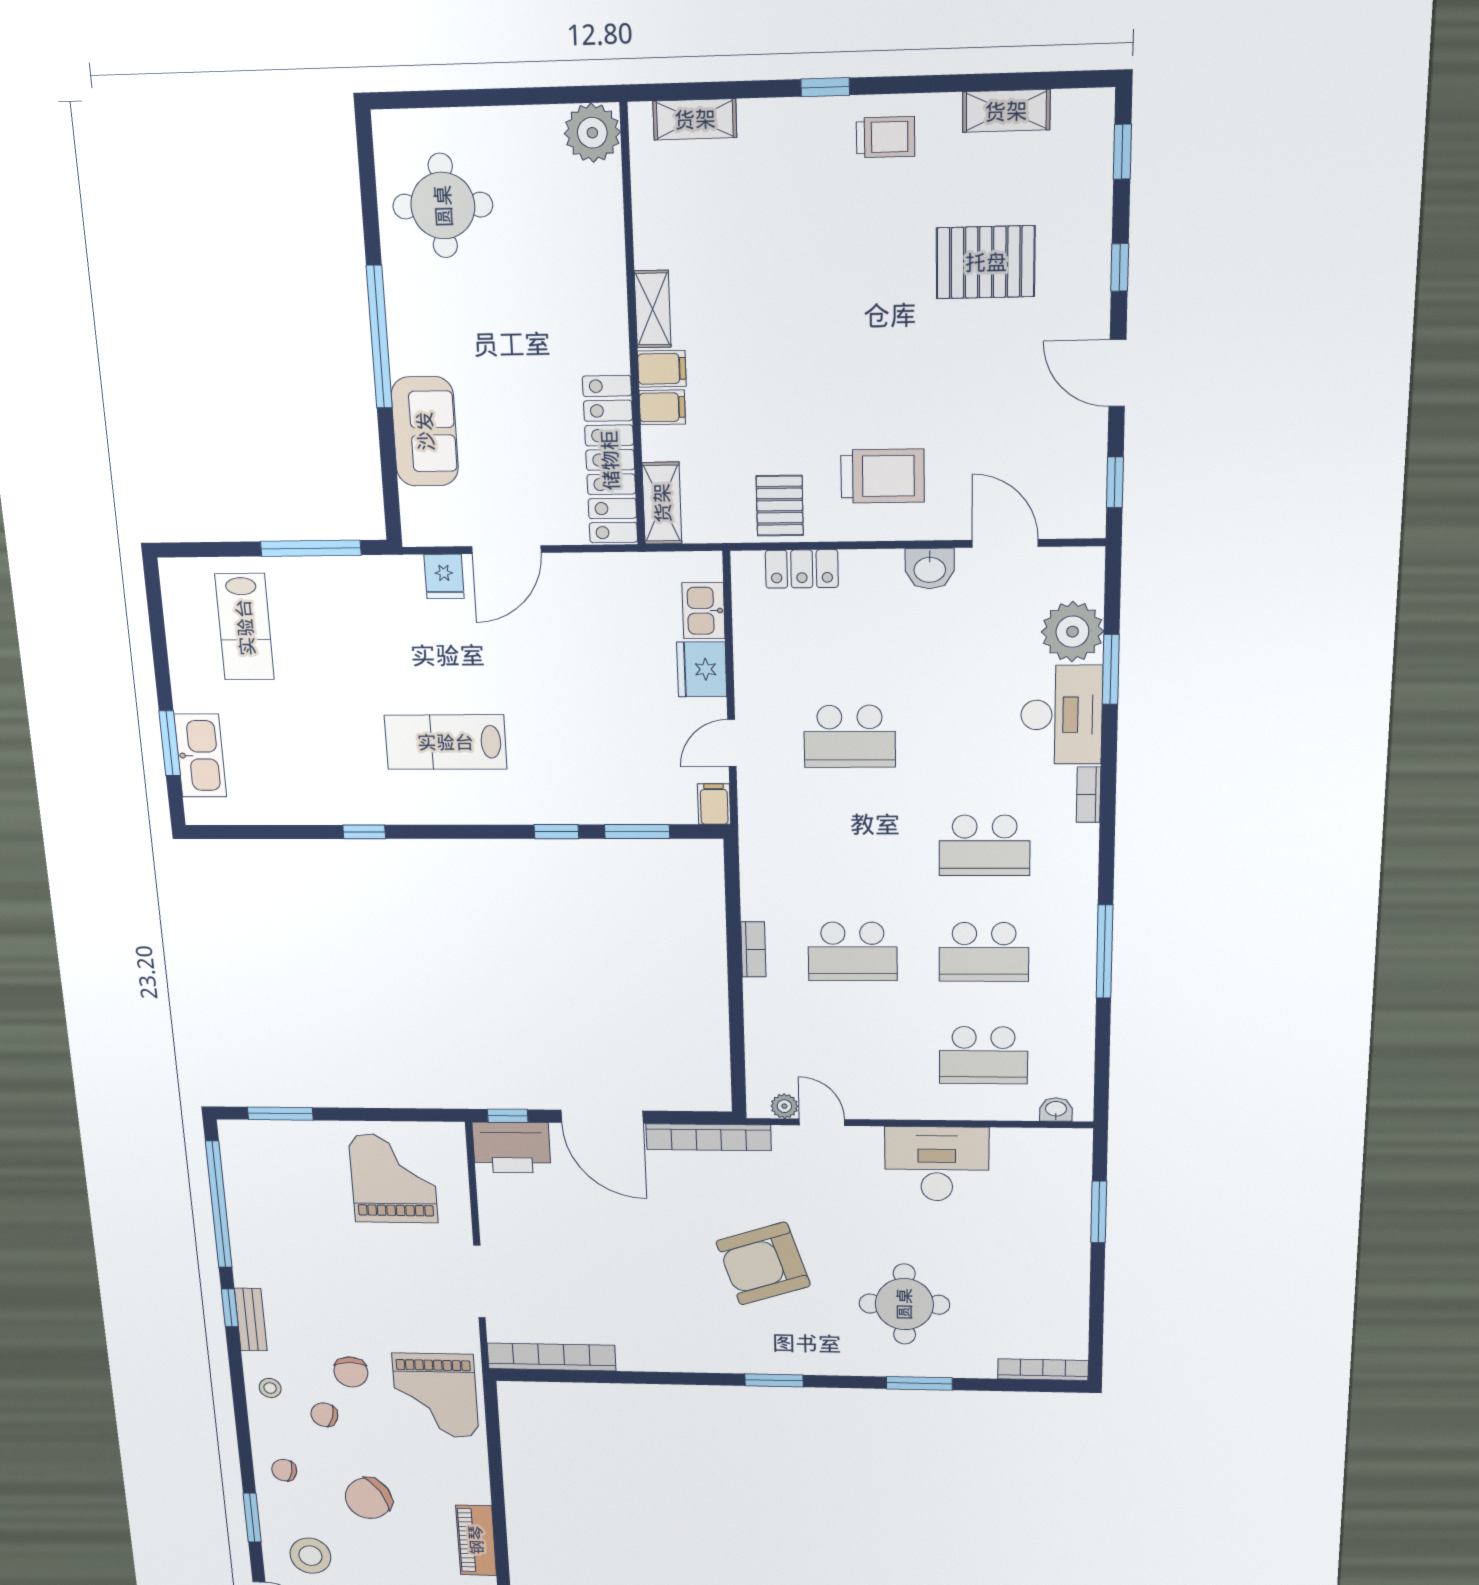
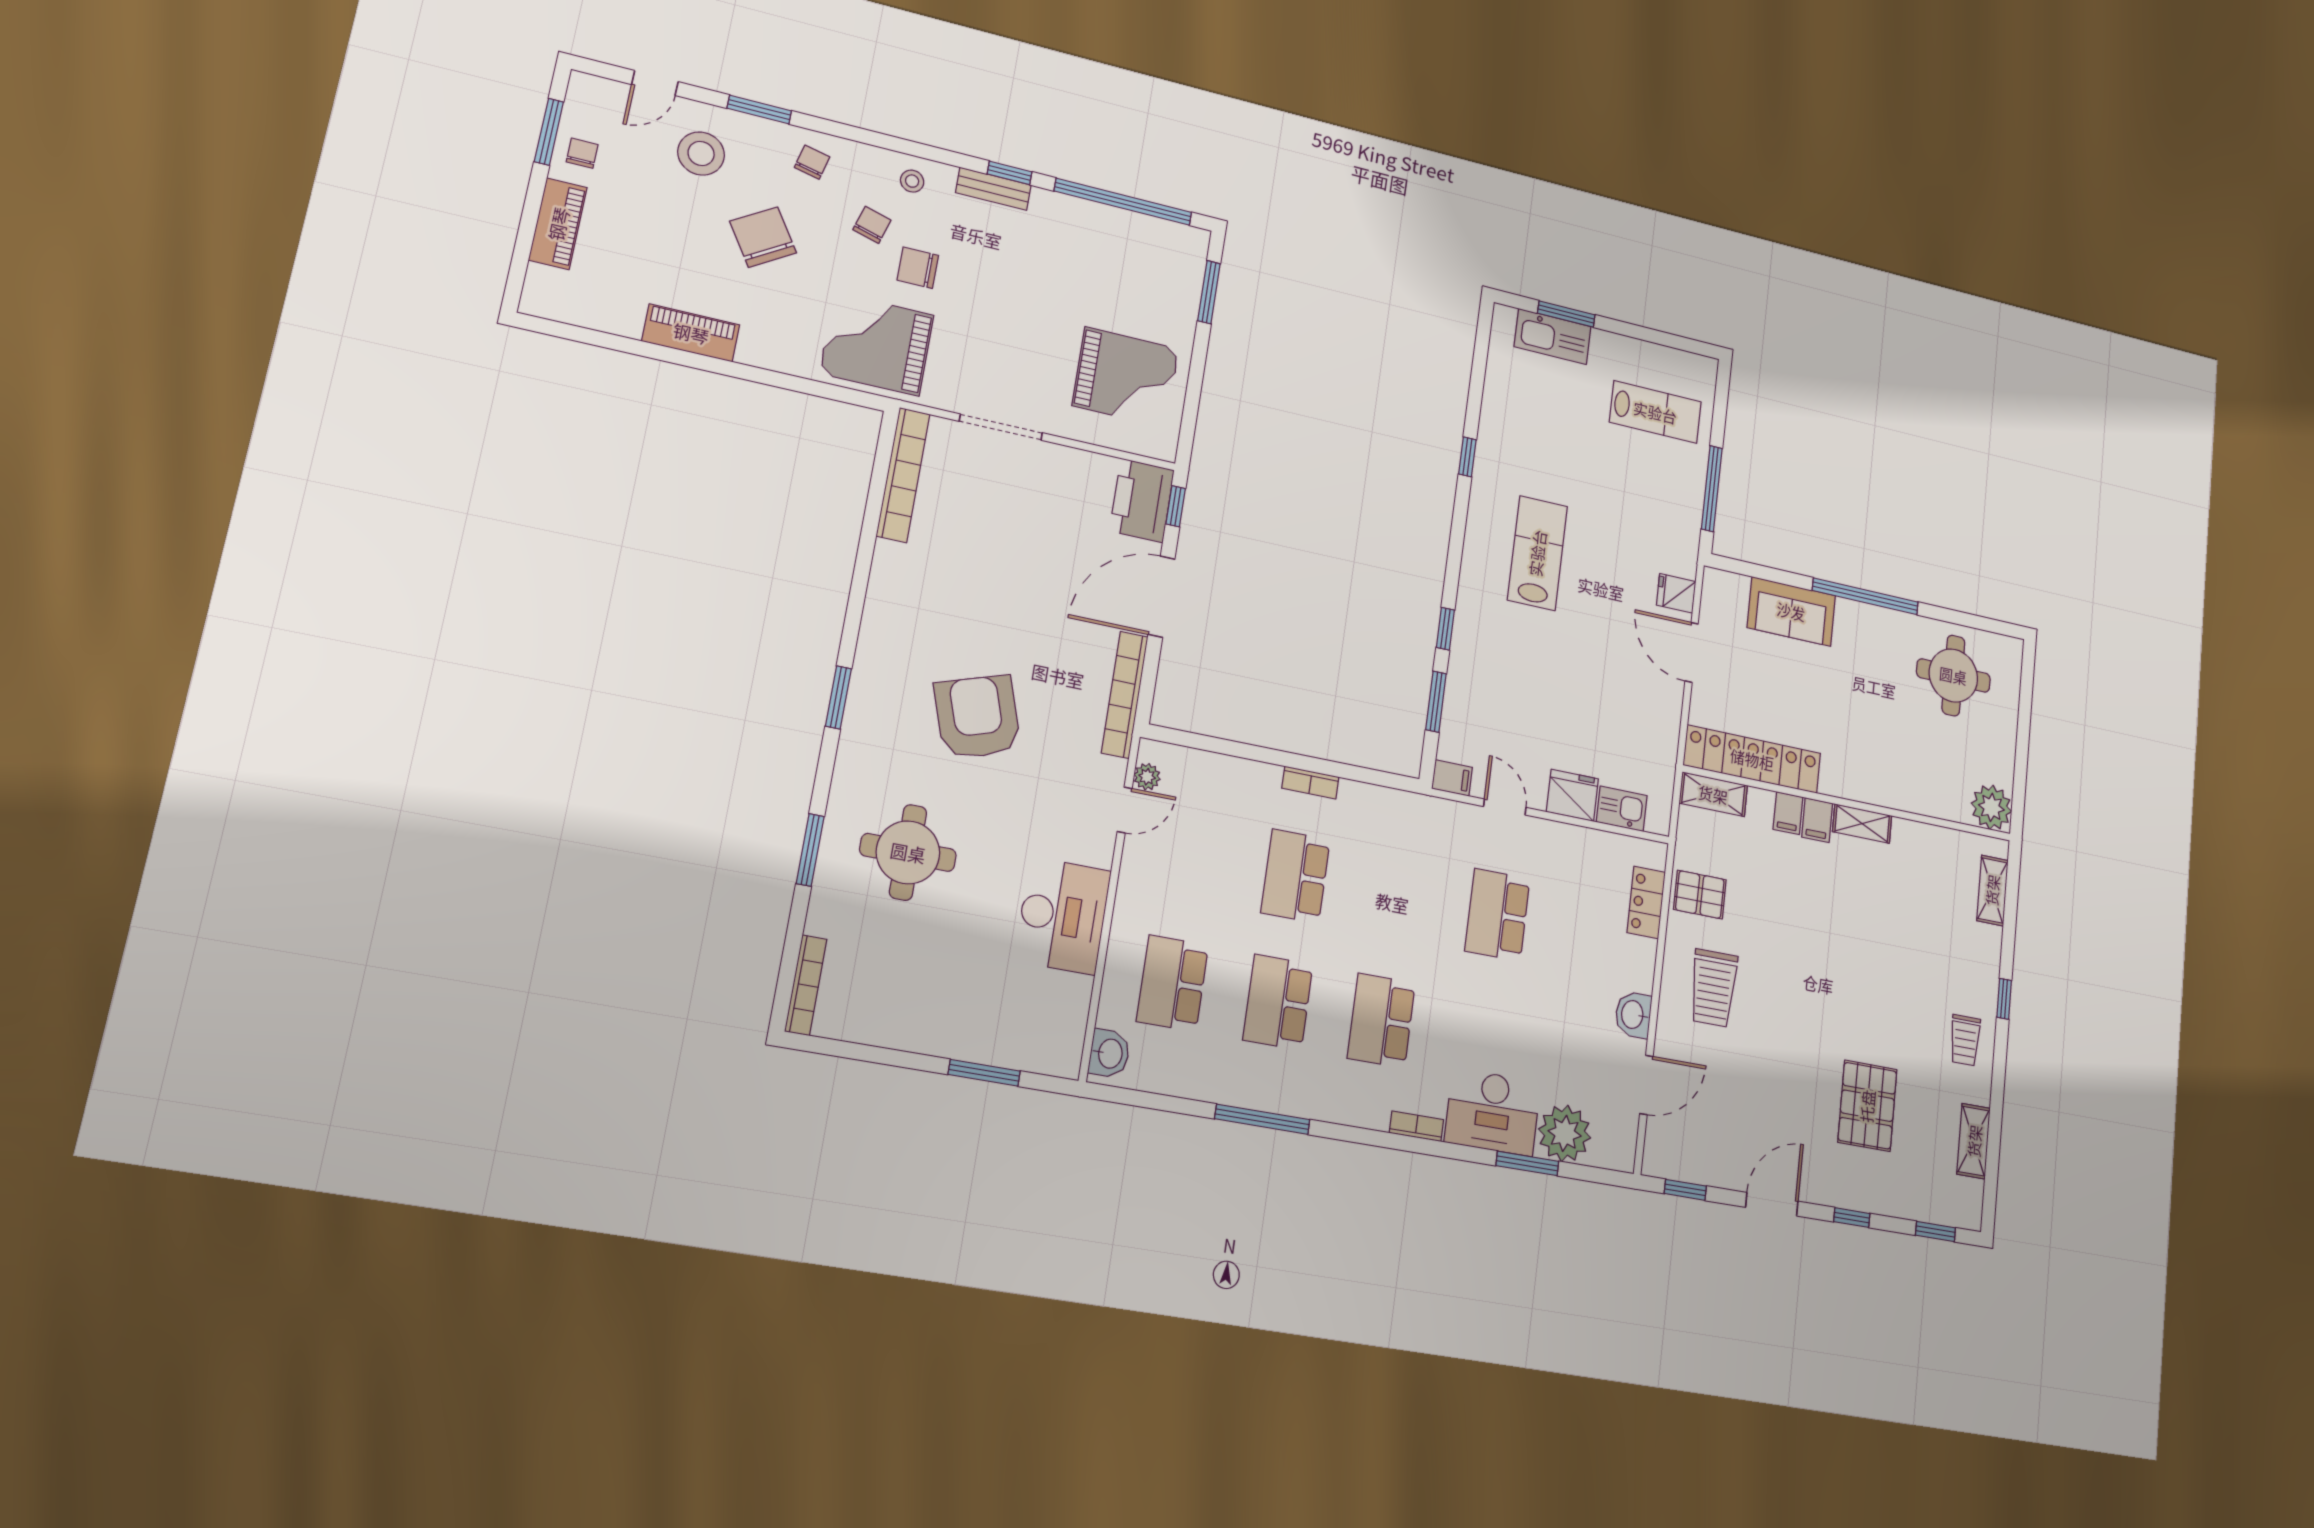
lab bench: (245, 627) -> (1655, 412), turned 180
washbasin: (1056, 1109) -> (1109, 1053), width x1.38, depth x1.45

